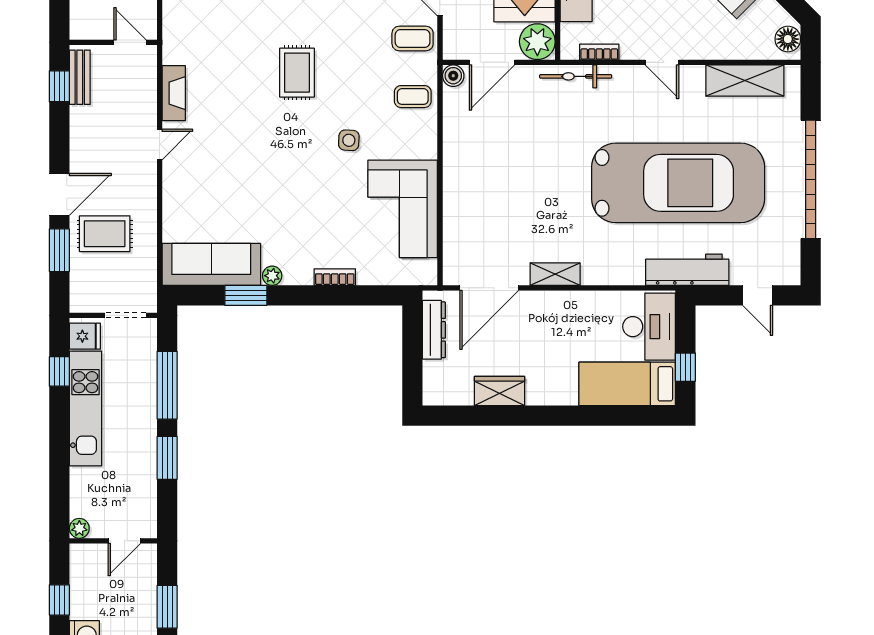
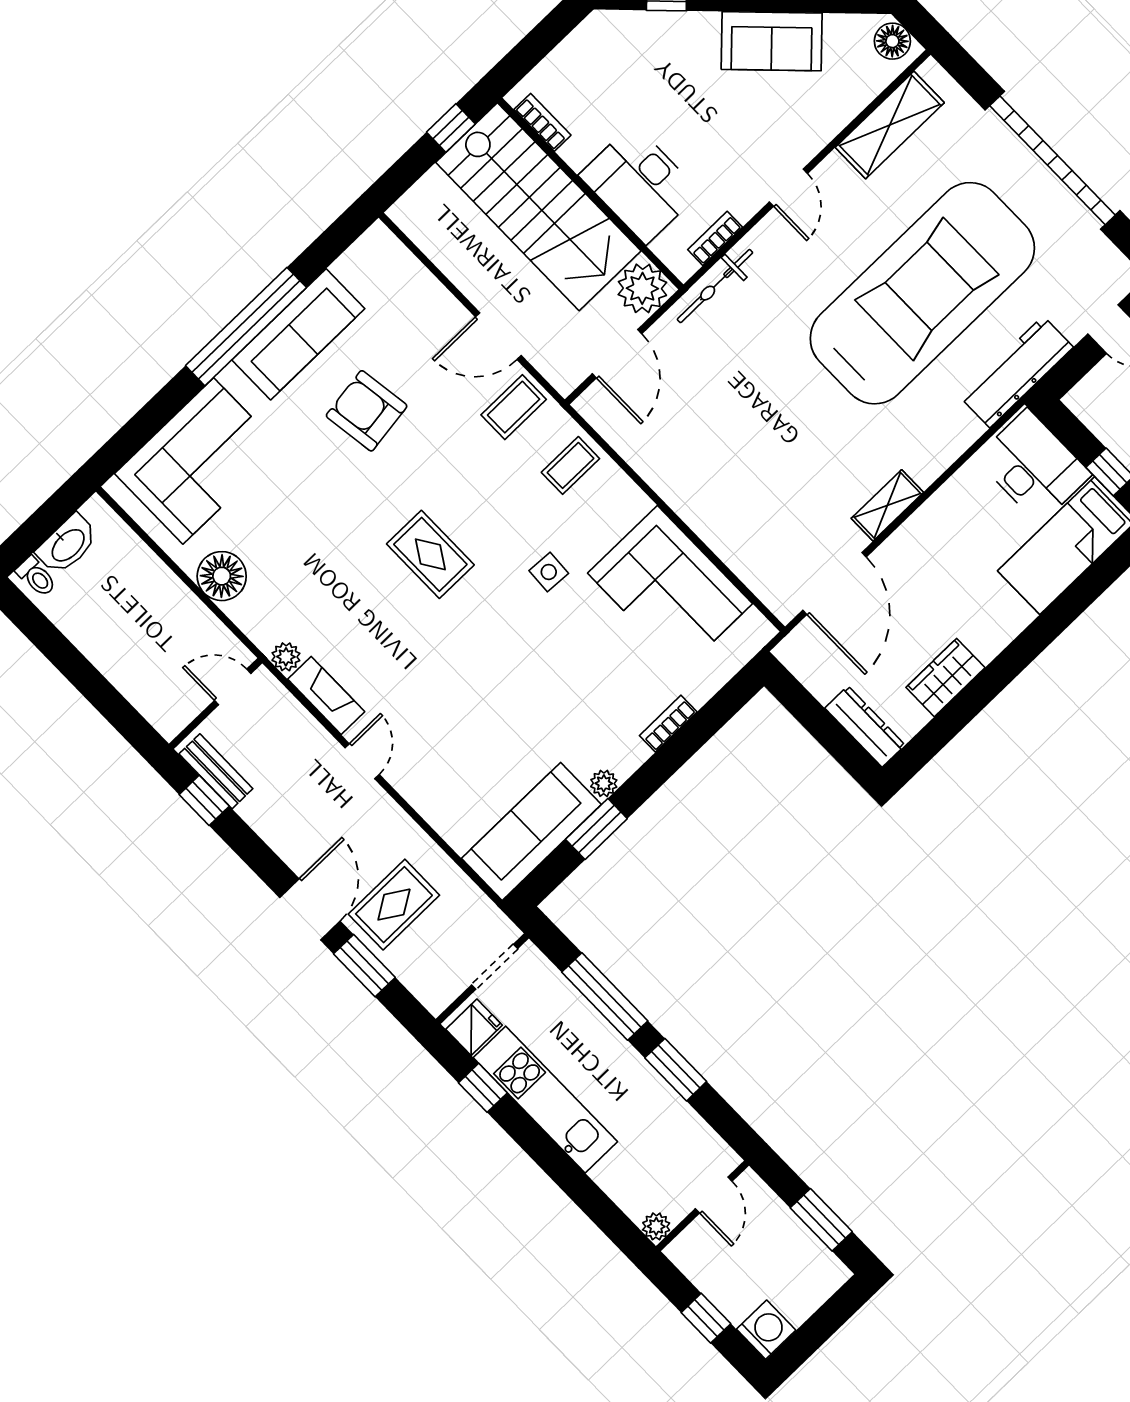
plant: (172, 53) -> (286, 657), added
door: (662, 62) -> (788, 188), hinge flipped
boiler: (453, 76) -> (591, 405), removed
dresser: (434, 330) -> (865, 727), moved

